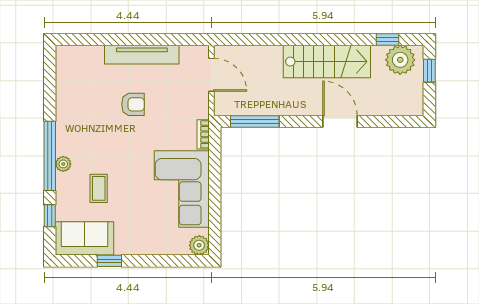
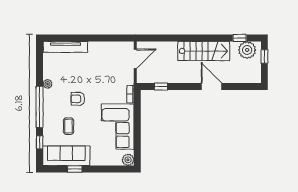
tv unit: (142, 55) -> (65, 47), moved
door: (211, 75) -> (135, 59), hinge flipped
armchair: (133, 104) -> (78, 99), moved, turned 180
window: (255, 122) -> (161, 87), width x0.46
plant: (63, 164) -> (48, 84), moved
sofa: (84, 238) -> (66, 156), width x1.36

